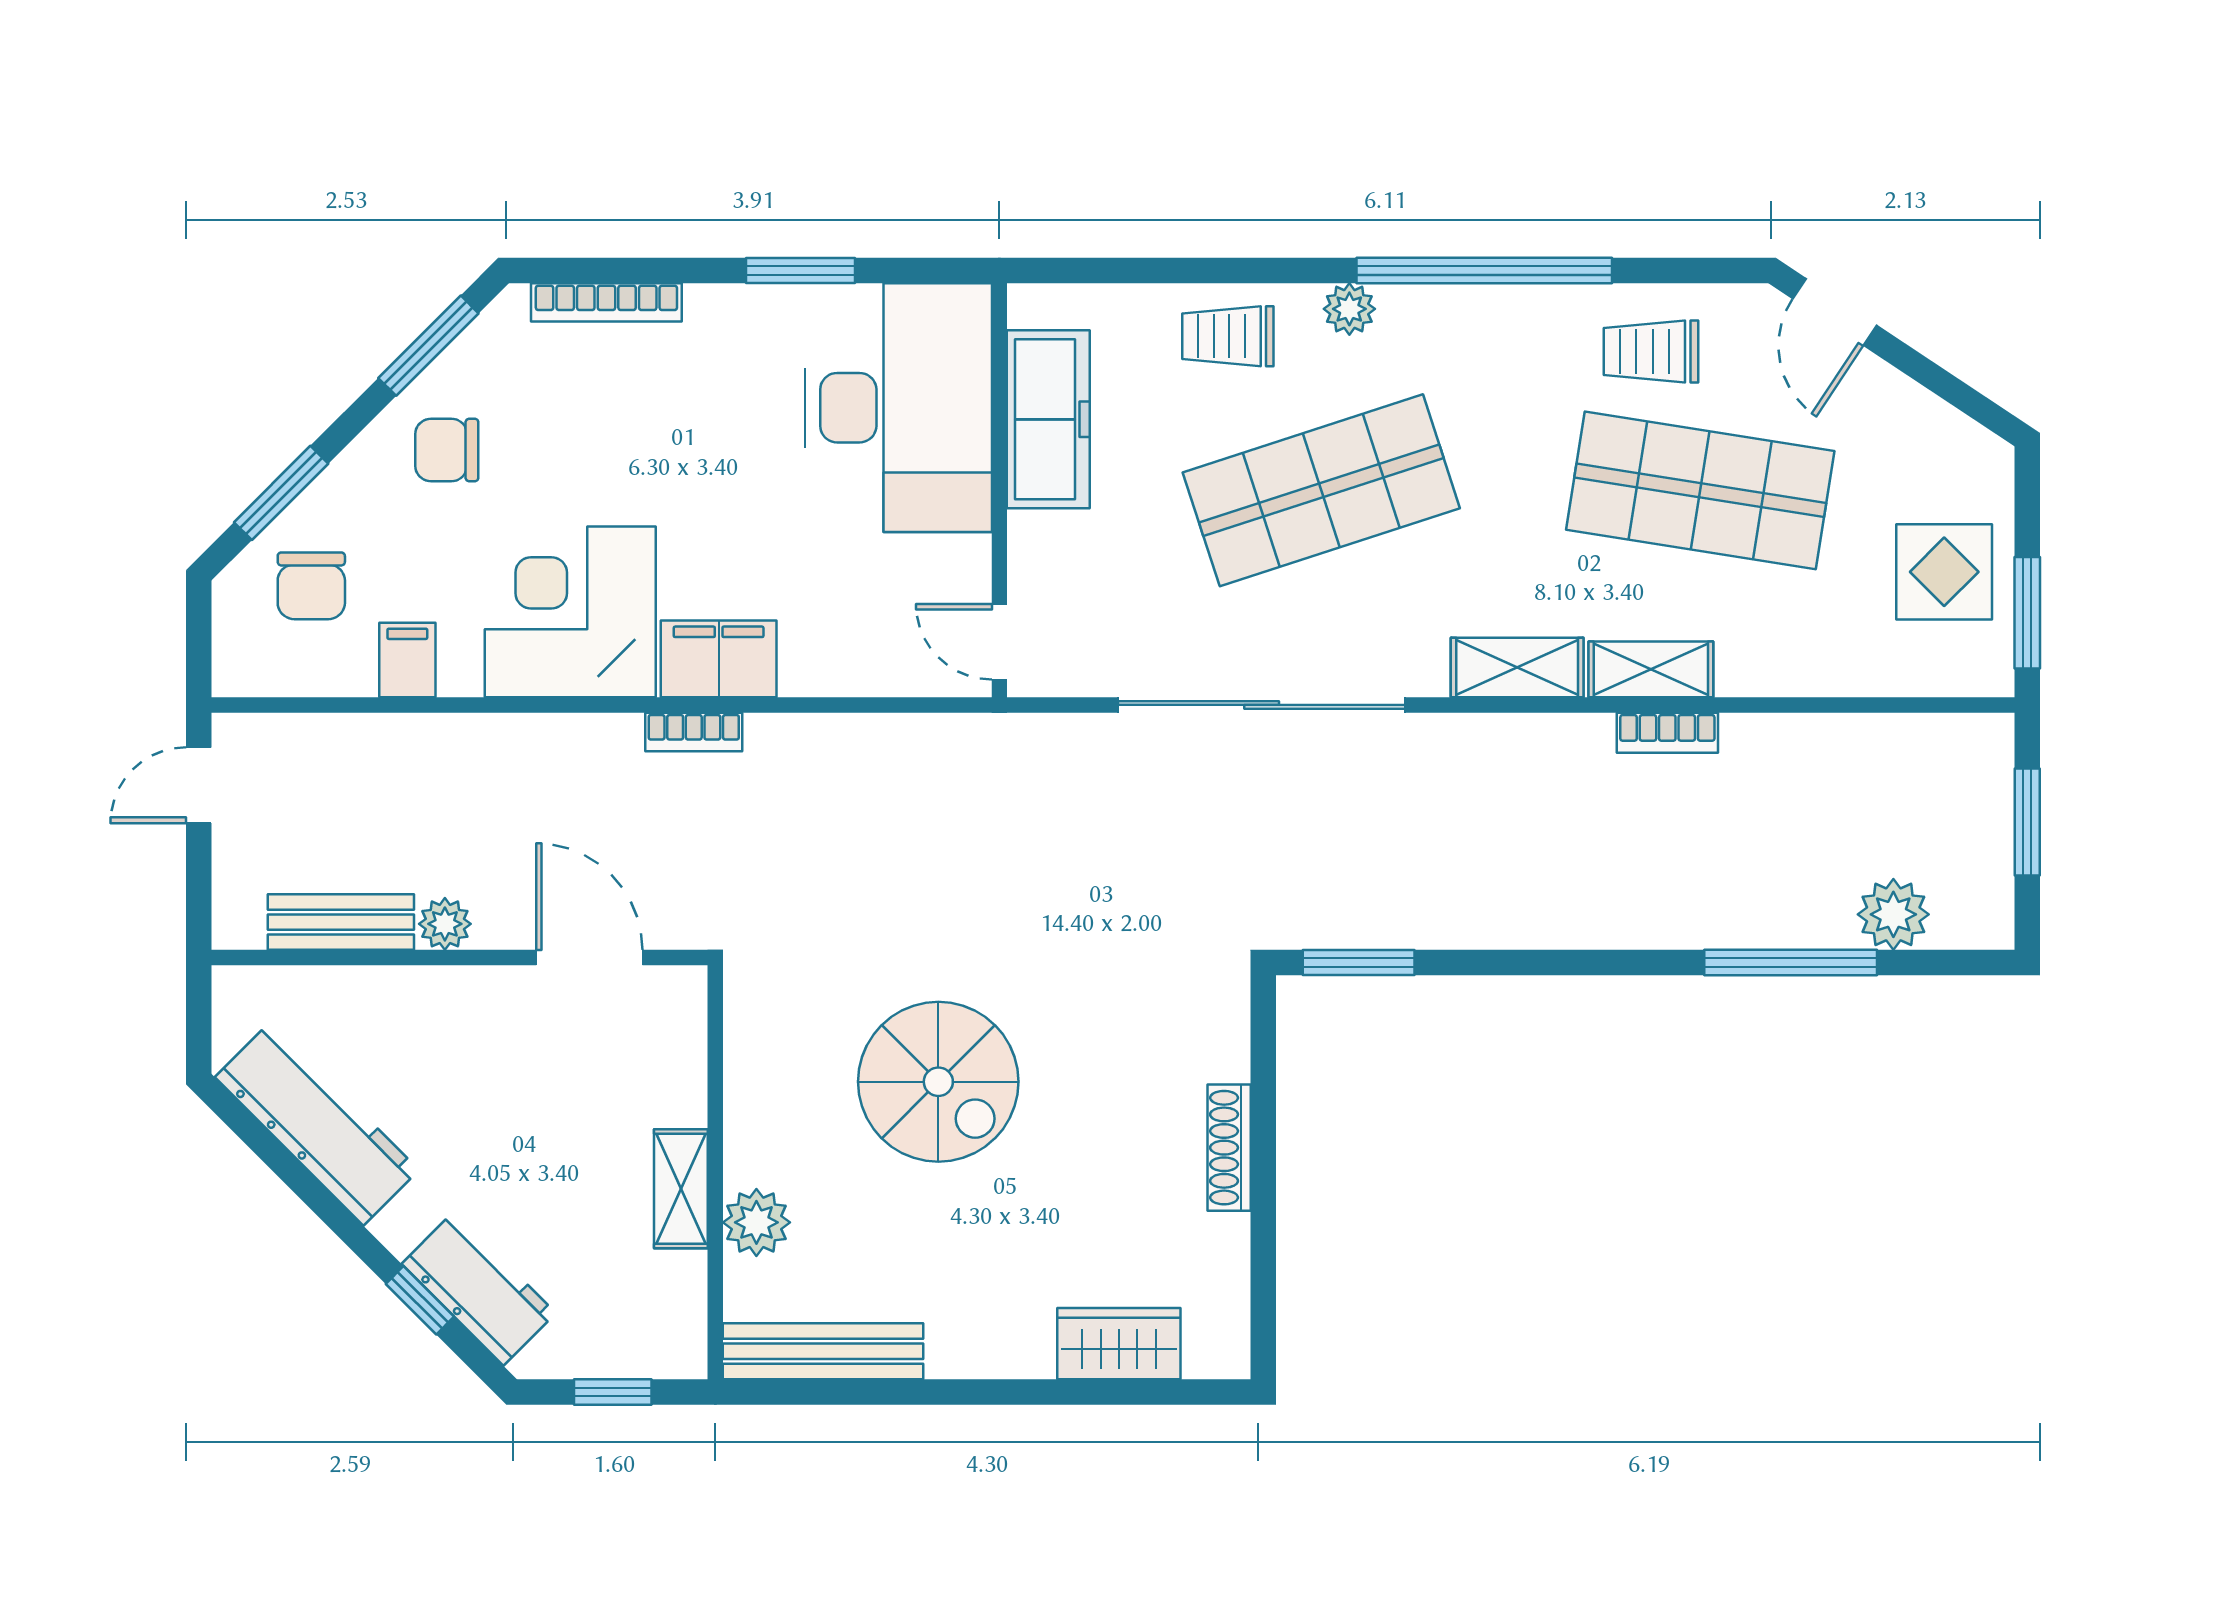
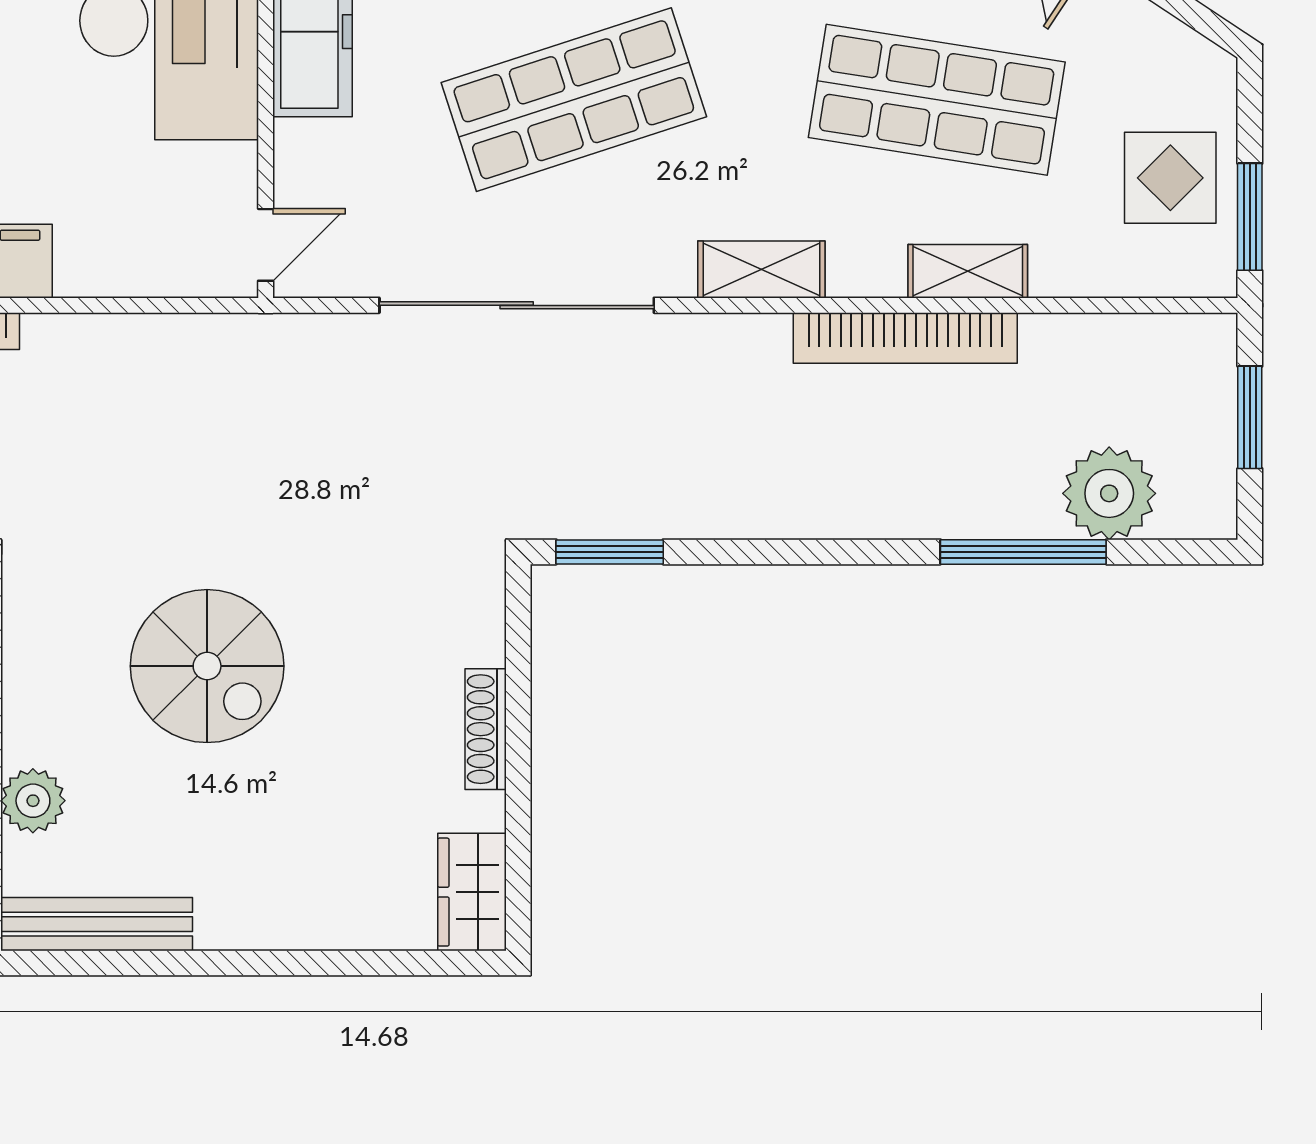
door: (999, 642) -> (266, 245), swing flipped
shelving: (1651, 669) -> (968, 271), moved
bookcase: (1667, 733) -> (905, 338), width x2.31, depth x1.31
plant: (1893, 914) -> (1109, 493), width x1.36, depth x1.36
wardrobe: (1119, 1344) -> (472, 892), moved, turned -90

